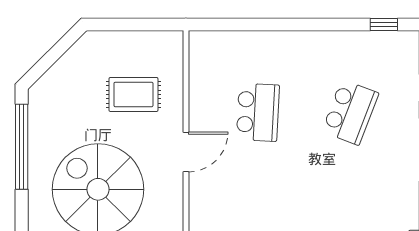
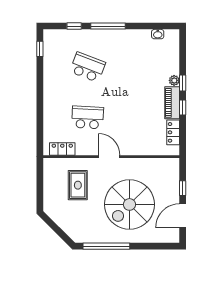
locker: (200, 66) -> (62, 149), added

